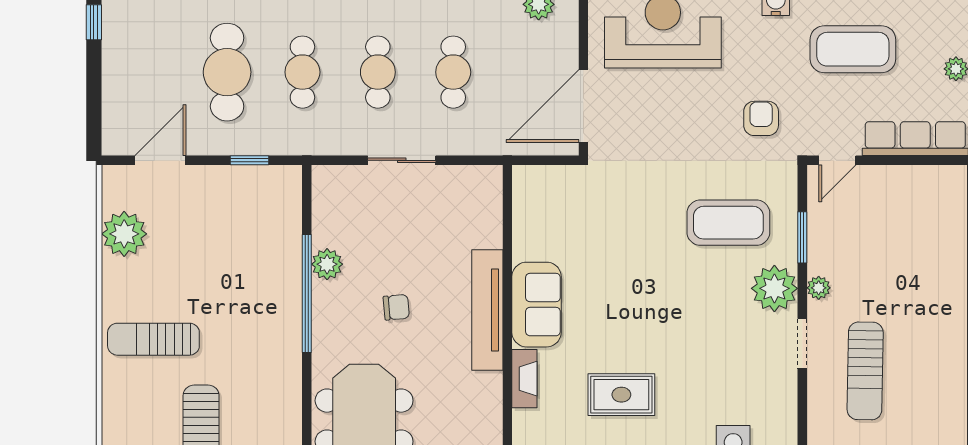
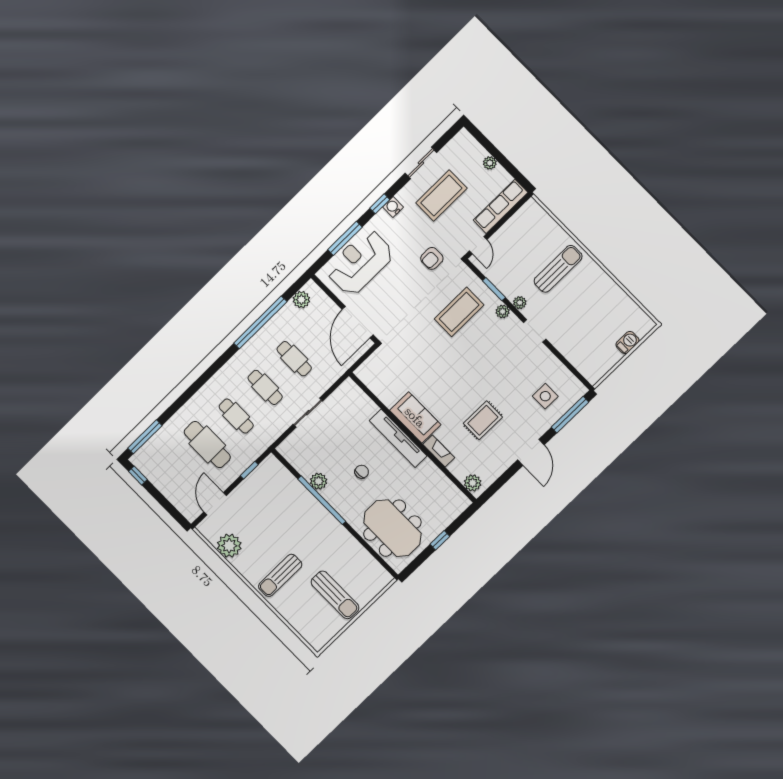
armchair: (761, 118) -> (432, 258), turned -90
plant: (774, 288) -> (503, 311), width x0.53, depth x0.53
sun lounger: (865, 371) -> (558, 269), moved, turned -91

